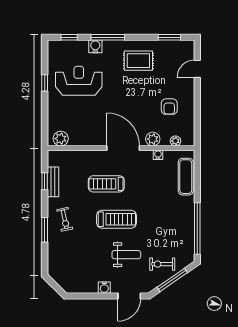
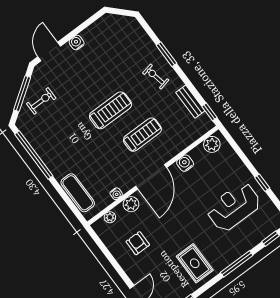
water cooler: (95, 46) -> (185, 163), moved, turned 180
rug: (138, 61) -> (195, 263), turned 90
reception desk: (79, 81) -> (234, 207), turned 180
door: (123, 148) -> (151, 177), hinge flipped
window: (45, 181) -> (209, 112), moved
treadmill: (117, 219) -> (110, 110), turned 180
weight bench: (126, 255) -> (79, 86), removed

